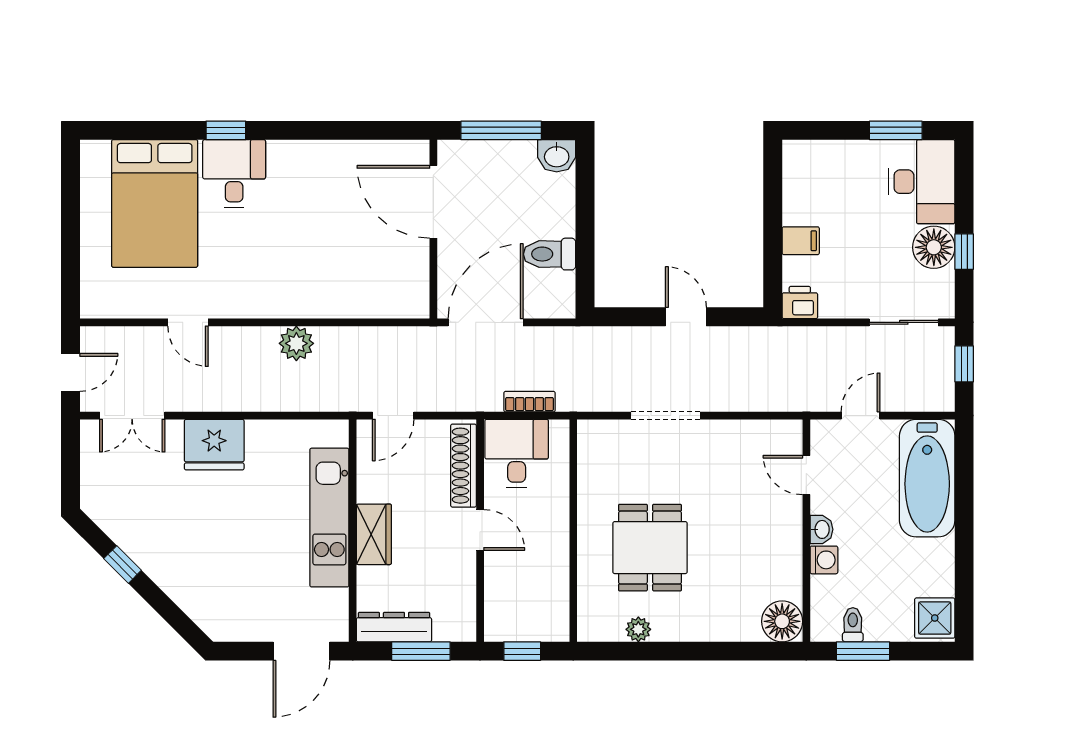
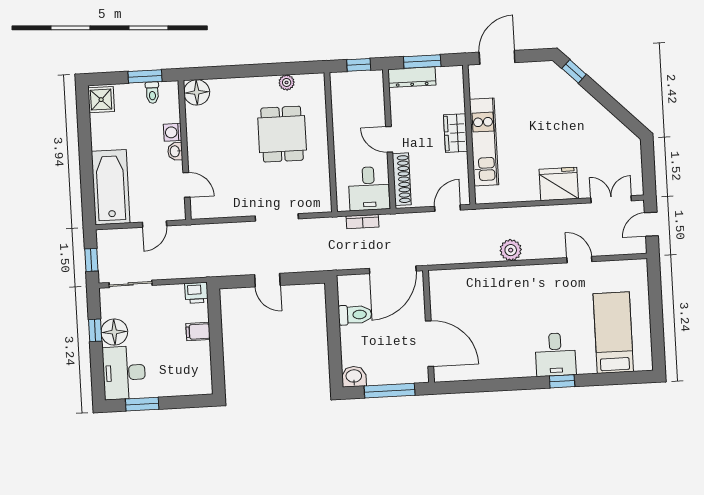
bed: (155, 203) -> (613, 333), width x0.67
window: (123, 564) -> (574, 71), moved
dresser: (394, 627) -> (412, 77), moved

